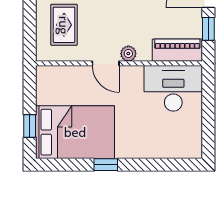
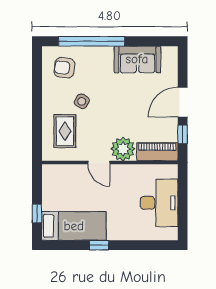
plant: (128, 54) -> (123, 149), width x1.88, depth x1.88
desk: (173, 88) -> (159, 203), moved, turned 90
bed: (75, 132) -> (74, 226), width x0.67

